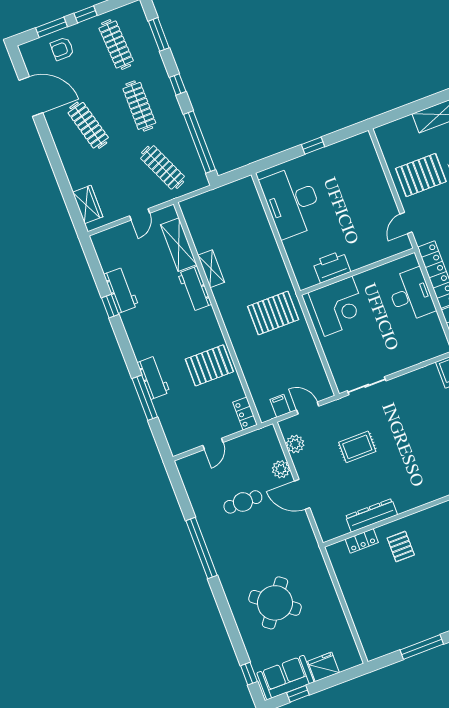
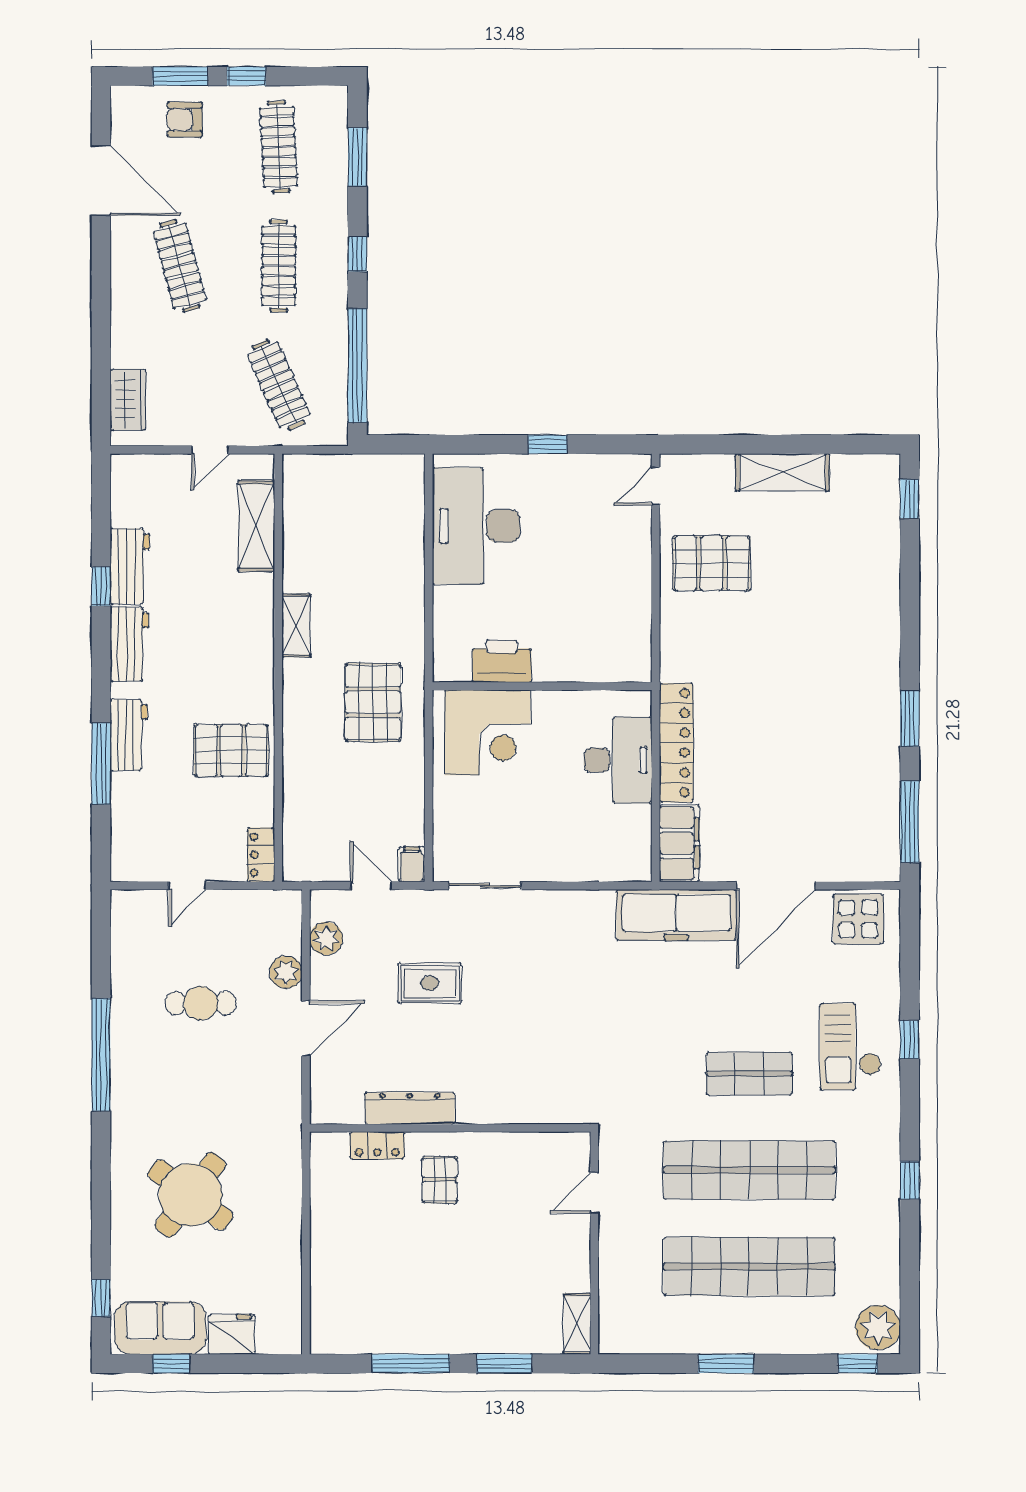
door: (406, 223) -> (656, 486), moved
shelving: (211, 269) -> (296, 626), moved
workbench: (195, 289) -> (129, 644), moved, turned 180
pallet: (273, 313) -> (373, 702), turned 90
filing cabinet: (280, 406) -> (412, 864), moved
door: (302, 494) -> (306, 1028), swing flipped

